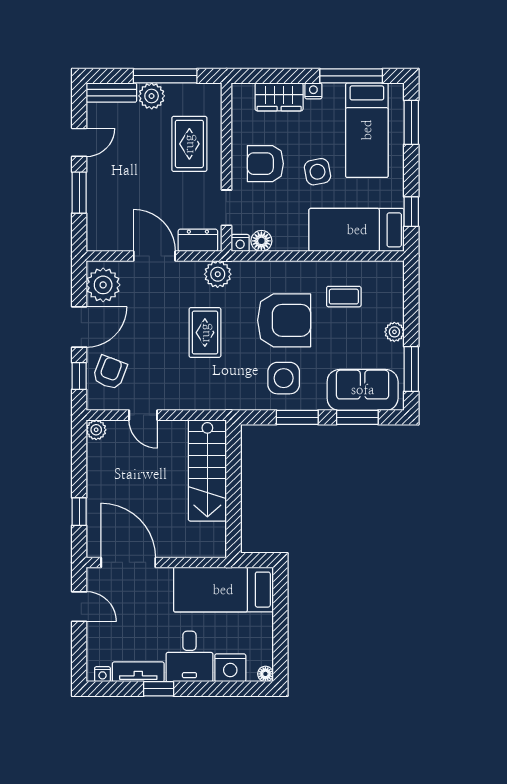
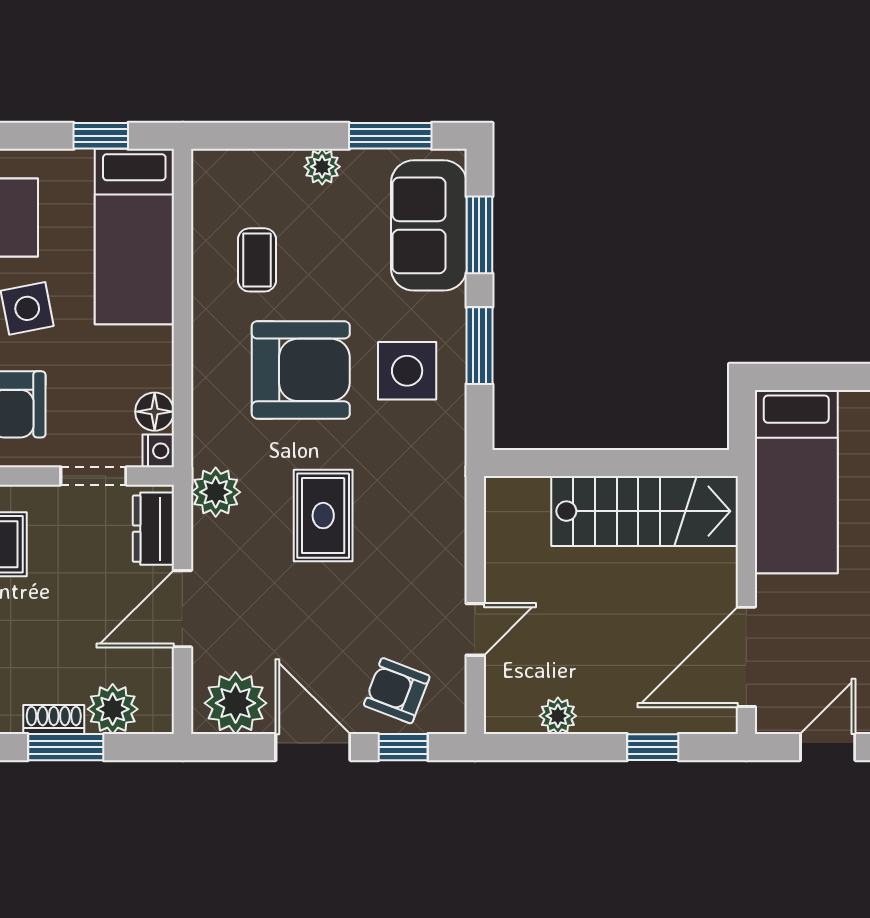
shoe rack: (94, 186) -> (54, 720), added
plant: (100, 218) -> (113, 709), added
armchair: (284, 320) -> (301, 370), turned 90
rug: (205, 333) -> (323, 516), turned 90
plant: (96, 430) -> (558, 716), moved
stairs: (207, 470) -> (645, 511), moved

